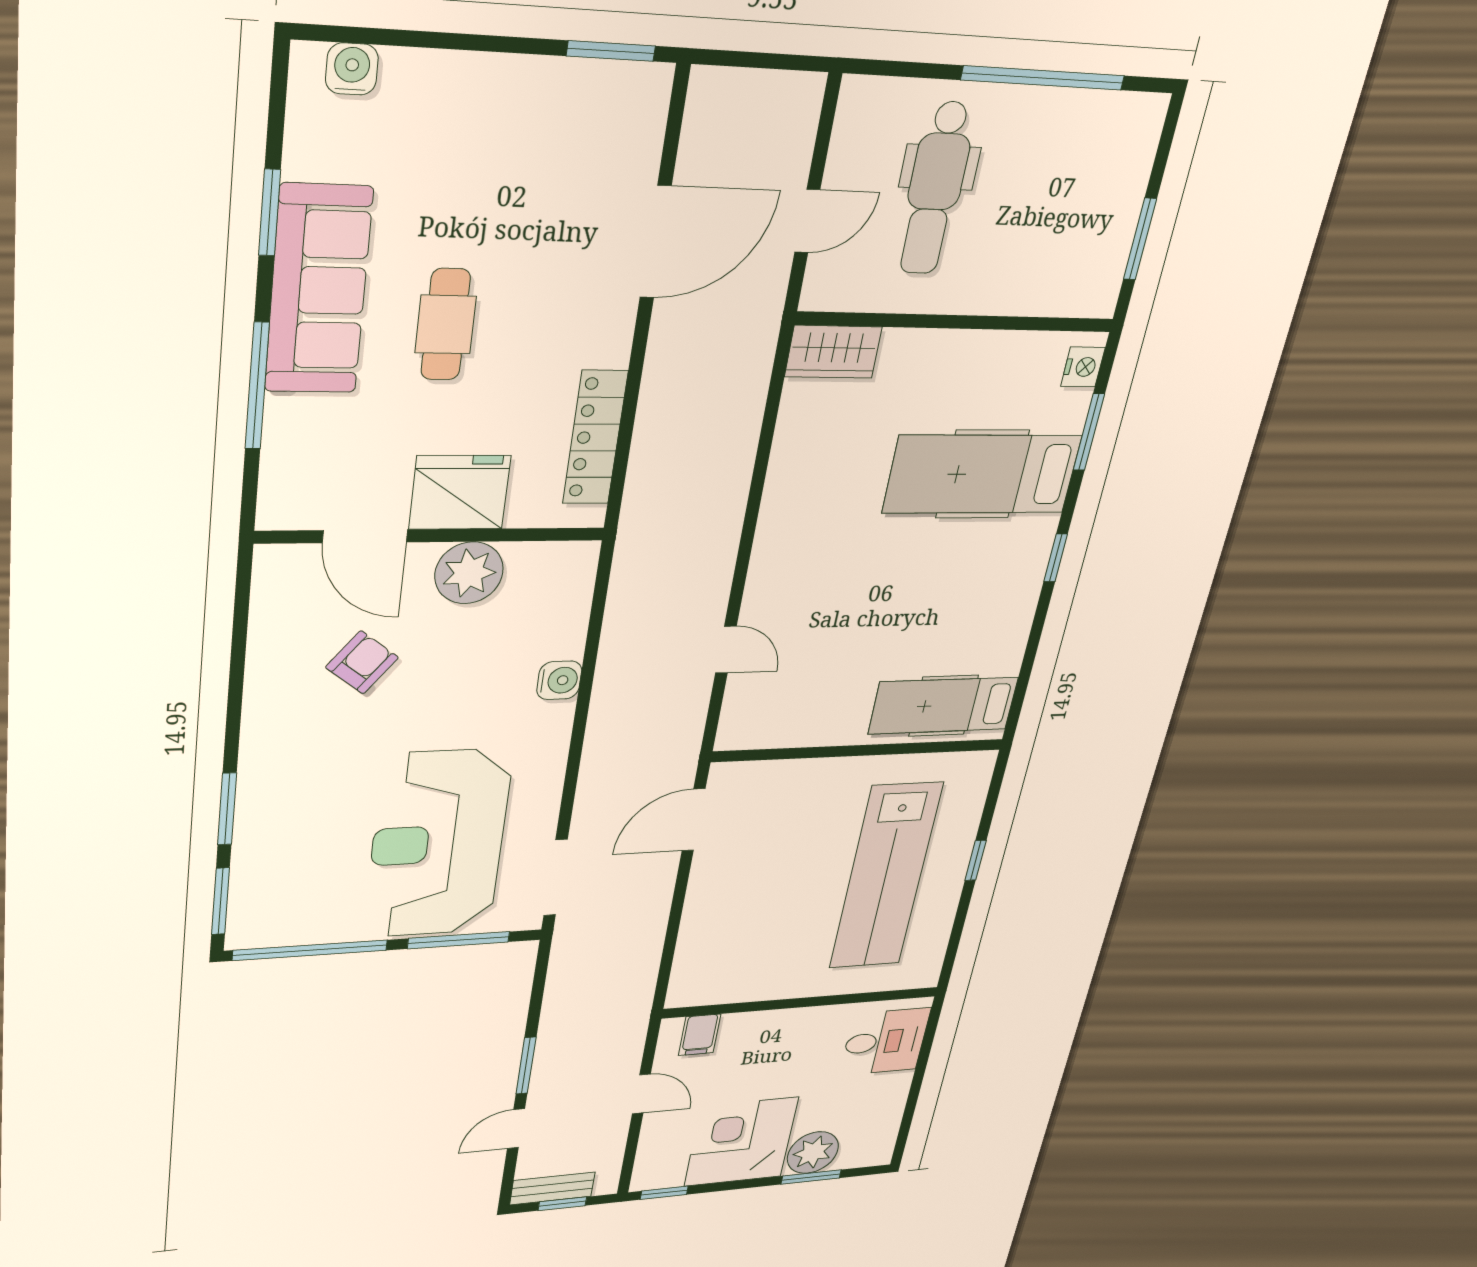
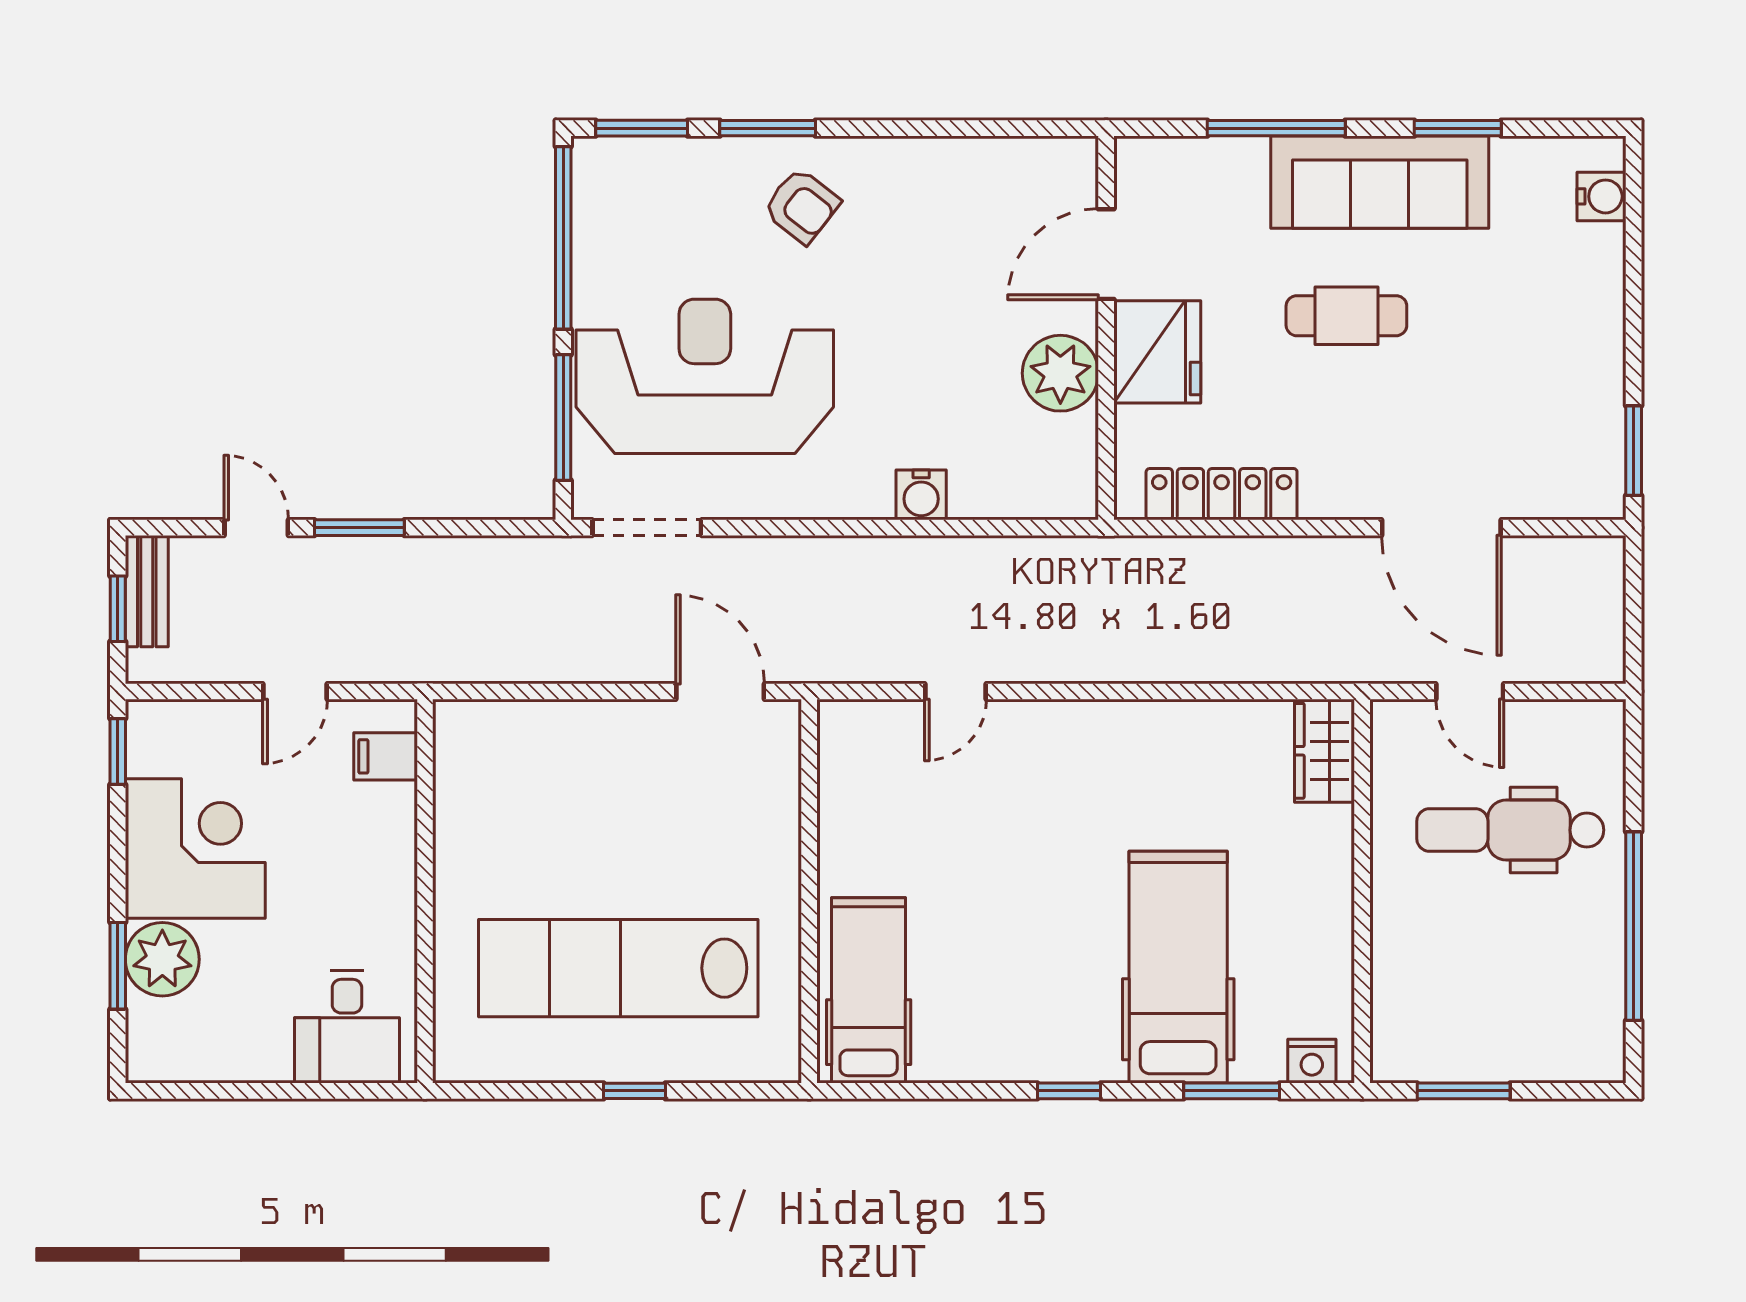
armchair: (362, 662) -> (802, 206), moved

